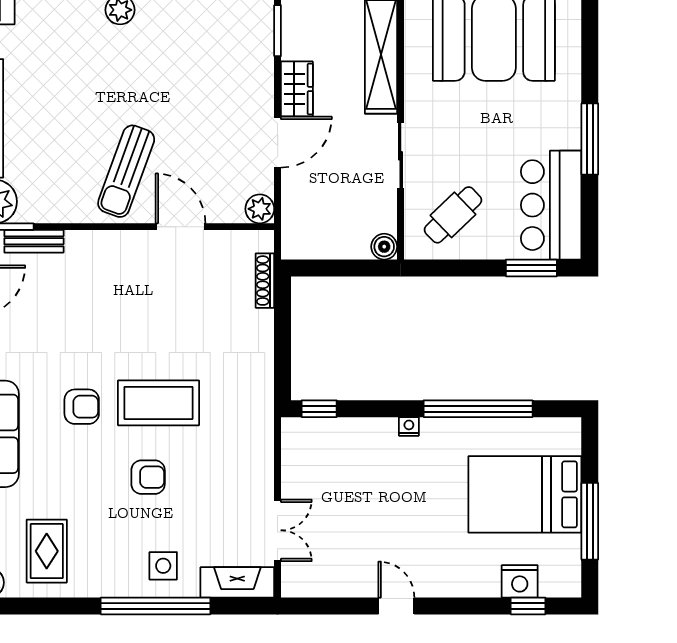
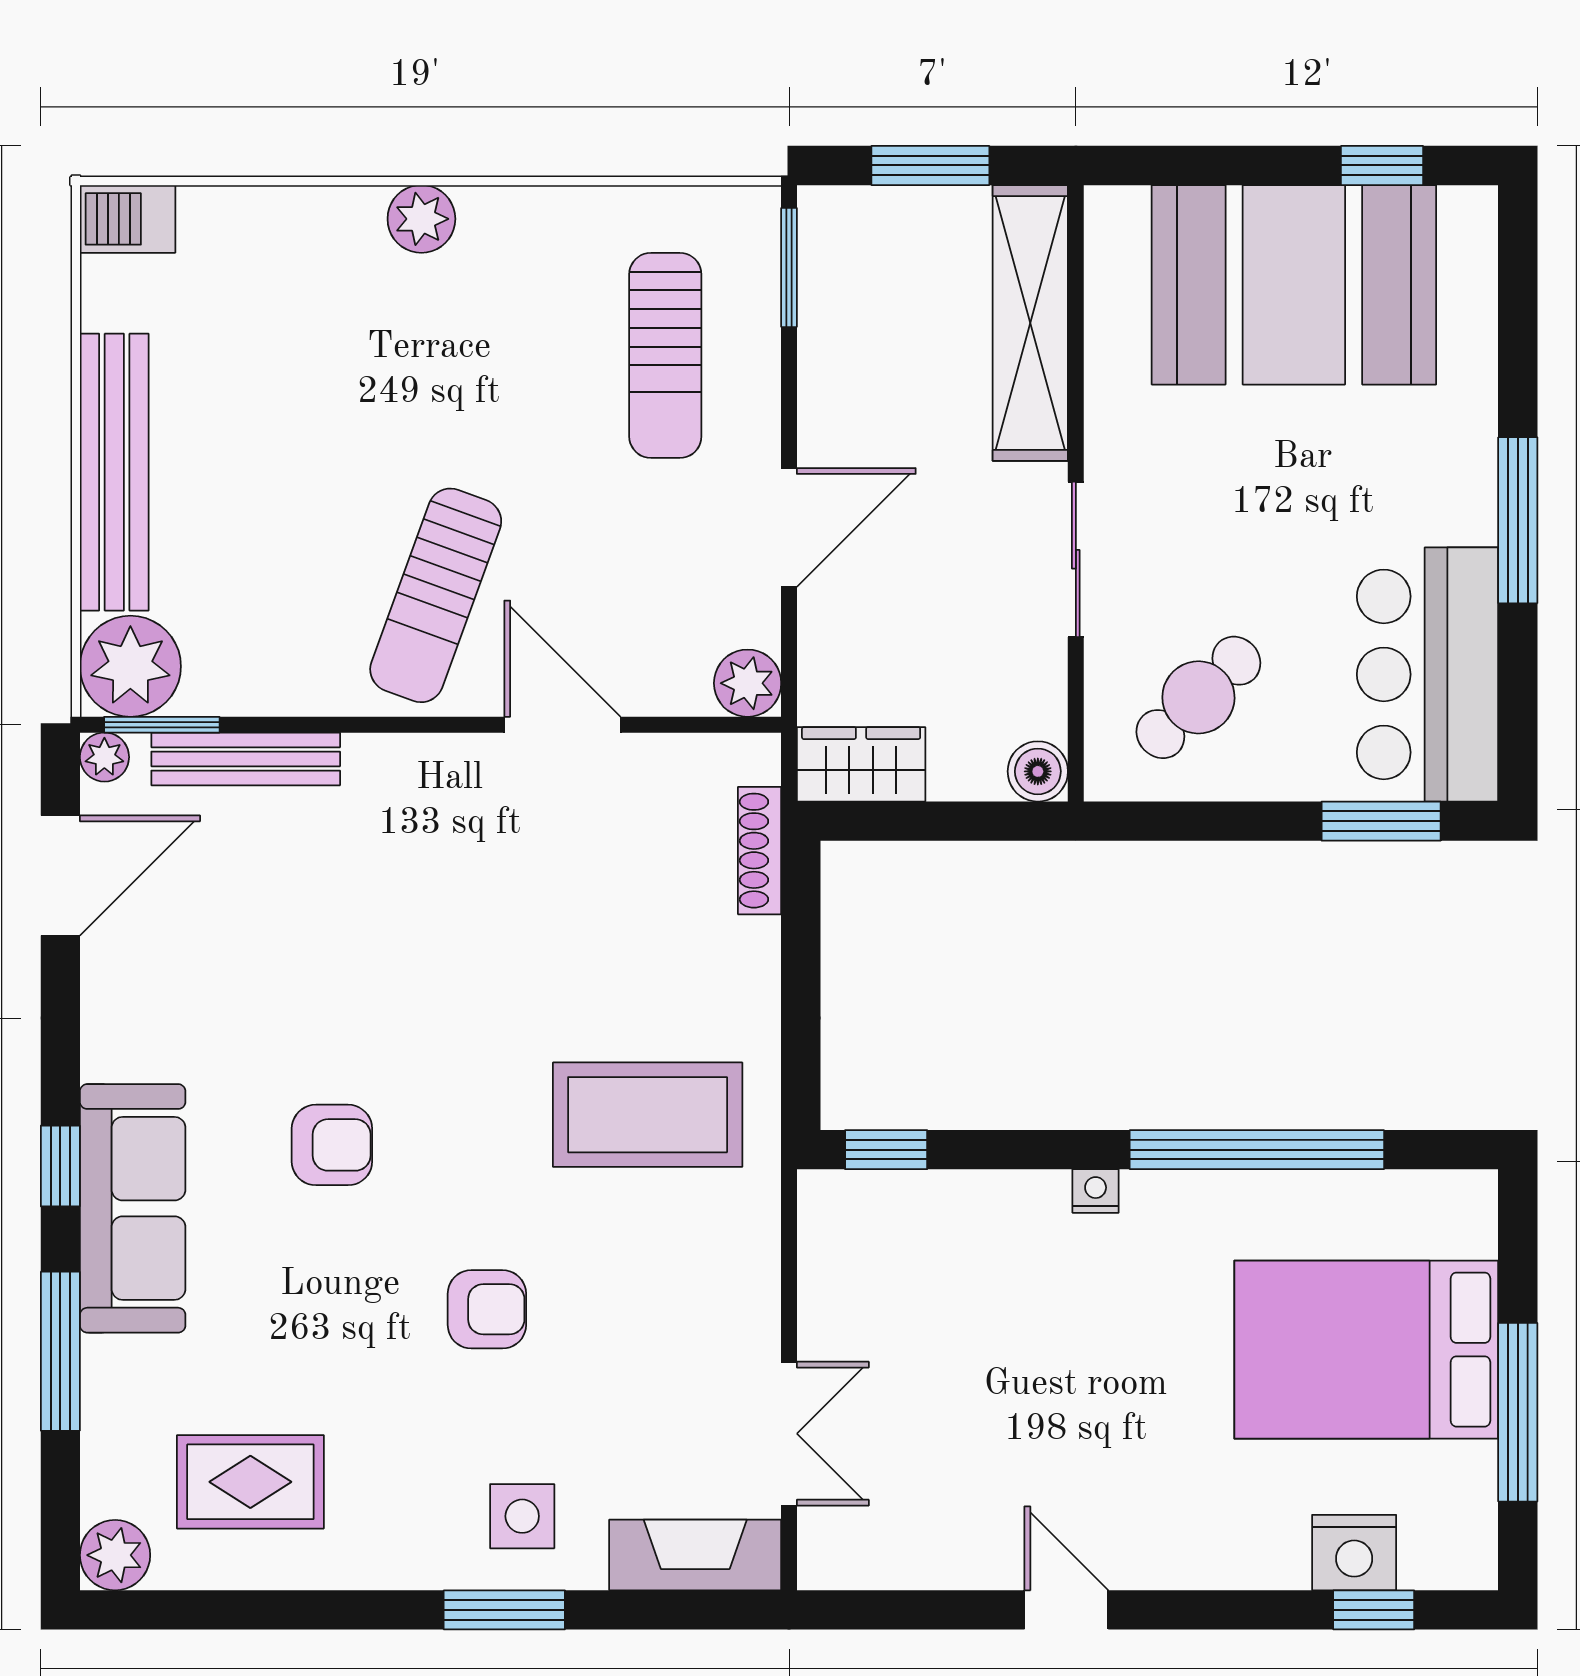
sun lounger: (225, 68) -> (665, 355), added
wardrobe: (297, 89) -> (861, 764), moved, turned -90
bench: (34, 241) -> (246, 759), width x1.36
coffee table: (158, 403) -> (648, 1115), moved
rug: (47, 551) -> (250, 1482), turned 90
window: (156, 606) -> (504, 1610), width x0.47

